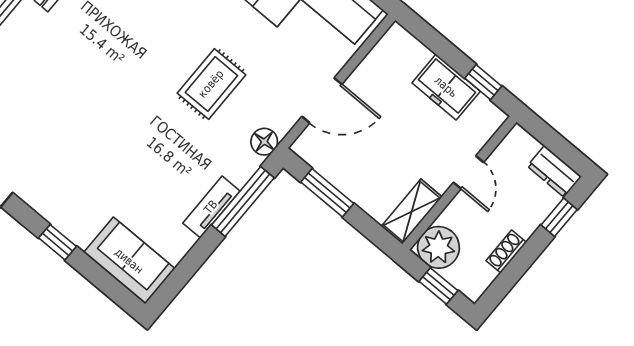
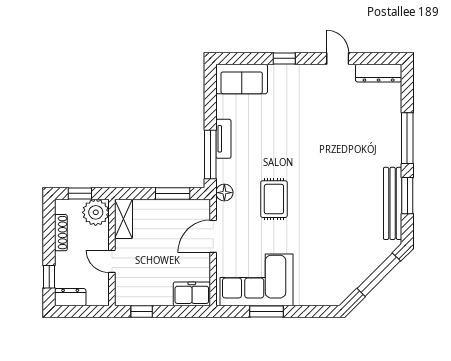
freezer: (446, 87) -> (192, 294), moved
shoe rack: (506, 252) -> (61, 233), width x1.43

